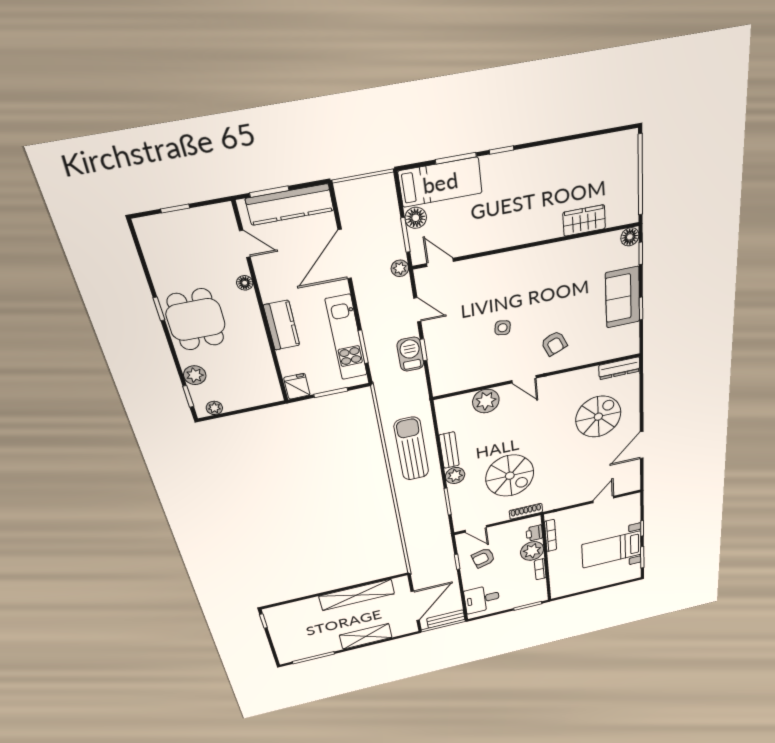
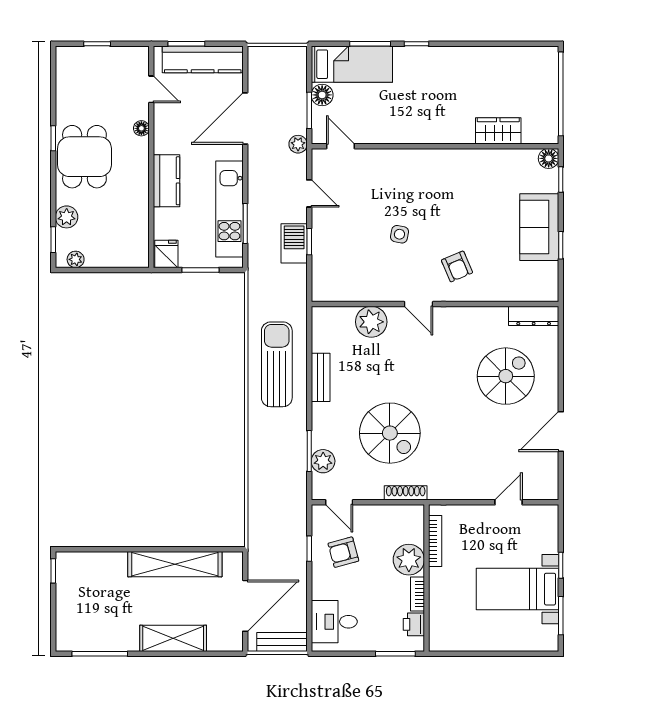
plant: (455, 475) -> (323, 461), moved
printer: (534, 533) -> (414, 624), moved

